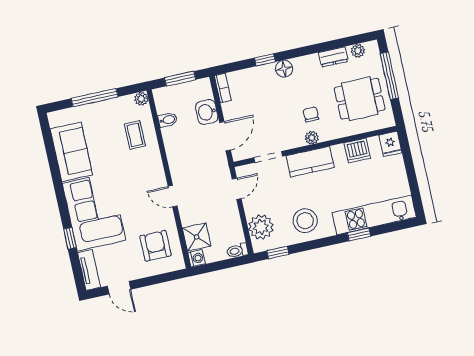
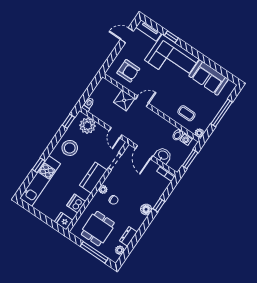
shower: (197, 237) -> (124, 100), moved
washing machine: (196, 258) -> (186, 139), moved

